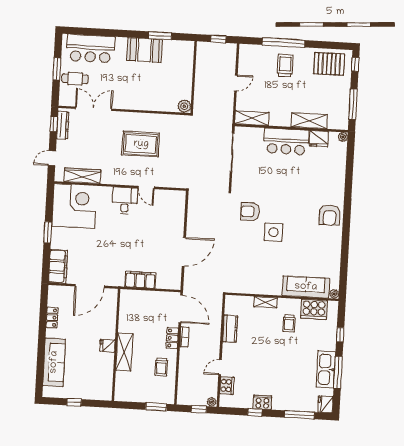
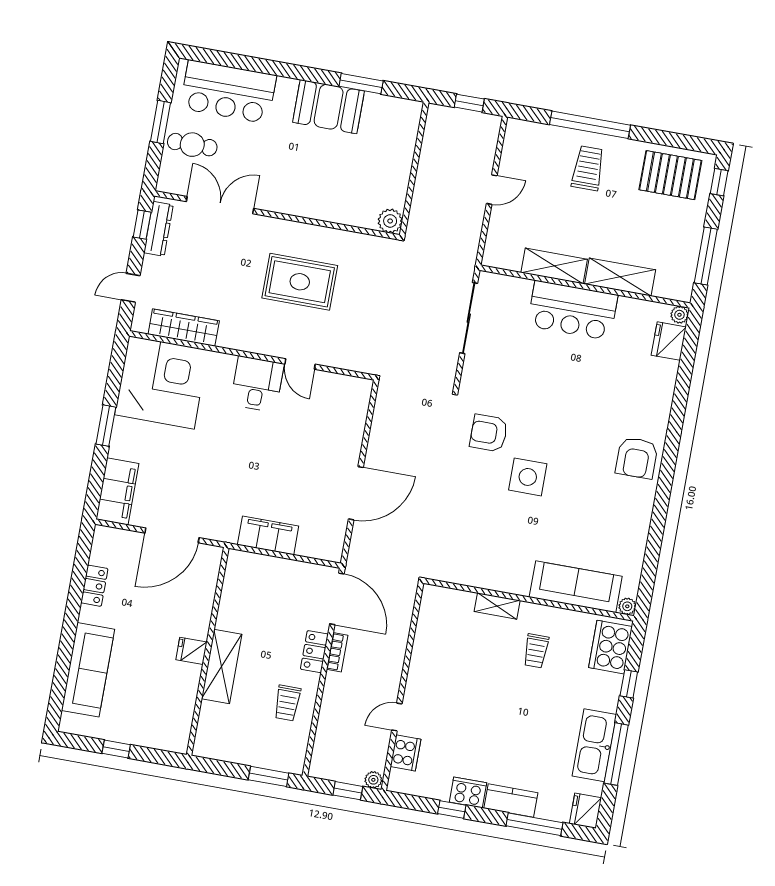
shelving: (252, 118) -> (554, 266), moved
fridge: (319, 139) -> (669, 341), moved, turned 90
cooker: (314, 309) -> (610, 647), moved, turned 90
kitchen counter: (230, 329) -> (511, 800), moved, turned -90

